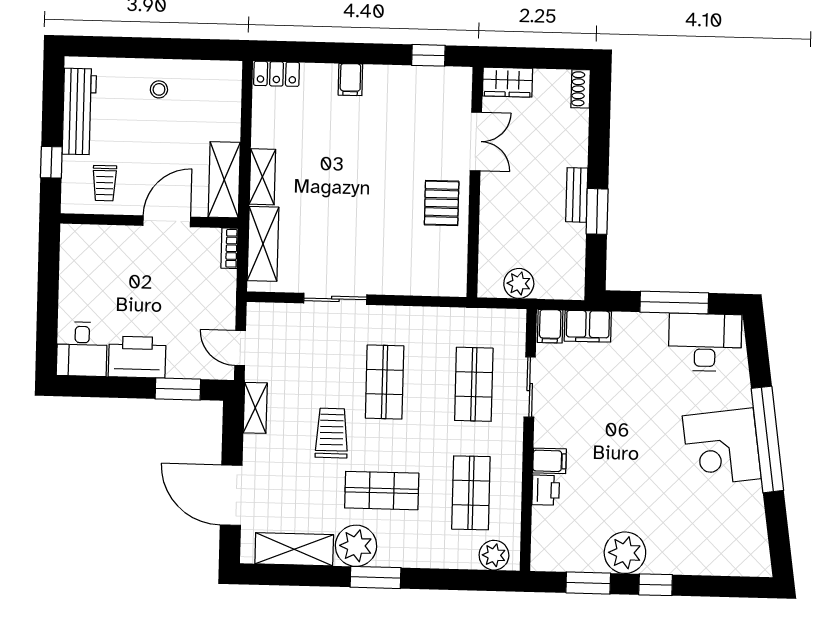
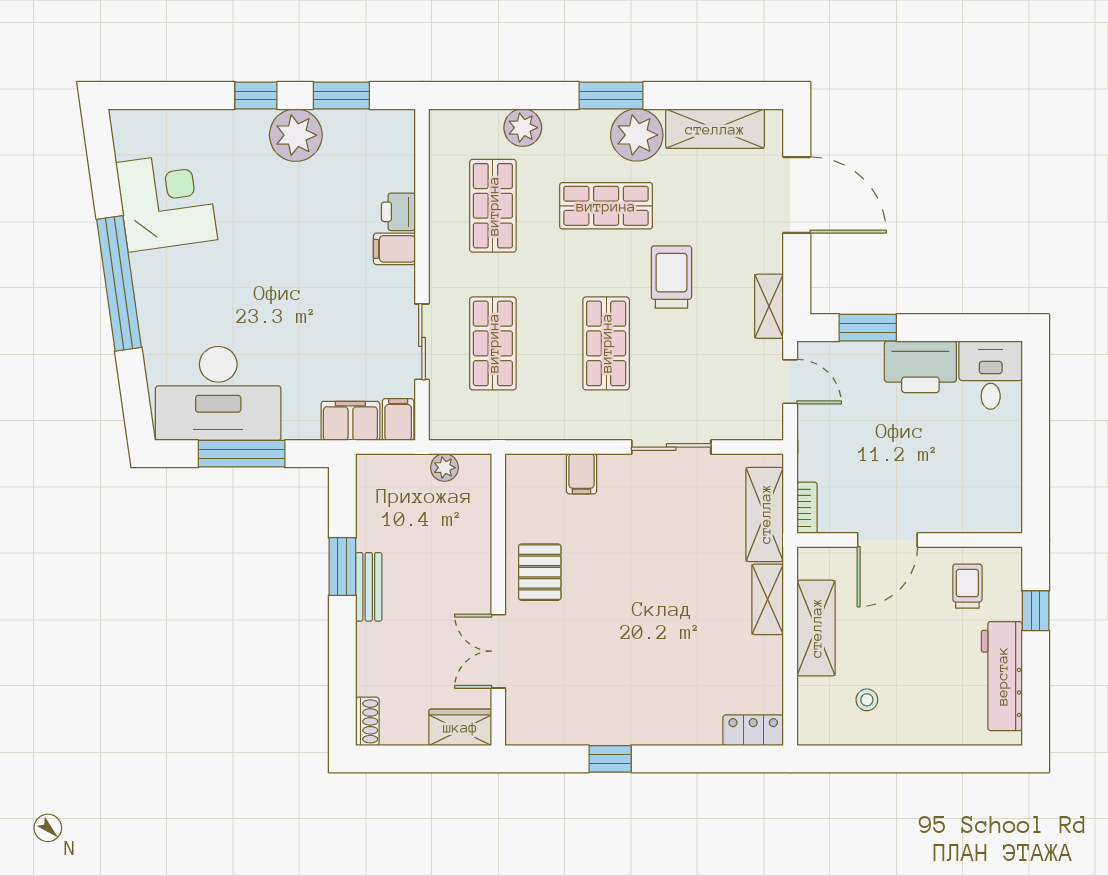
window: (428, 55) -> (610, 759), moved
filing cabinet: (350, 80) -> (582, 474), moved, turned 180
stool: (159, 89) -> (867, 700), moved
shelving: (224, 180) -> (816, 628), moved
plant: (519, 283) -> (444, 468), width x0.73, depth x0.73
desk: (705, 342) -> (218, 393), width x1.36, depth x1.30
trolley: (332, 433) -> (671, 277), turned 180
corner desk: (722, 447) -> (167, 201), moved
plant: (494, 555) -> (523, 128), moved

